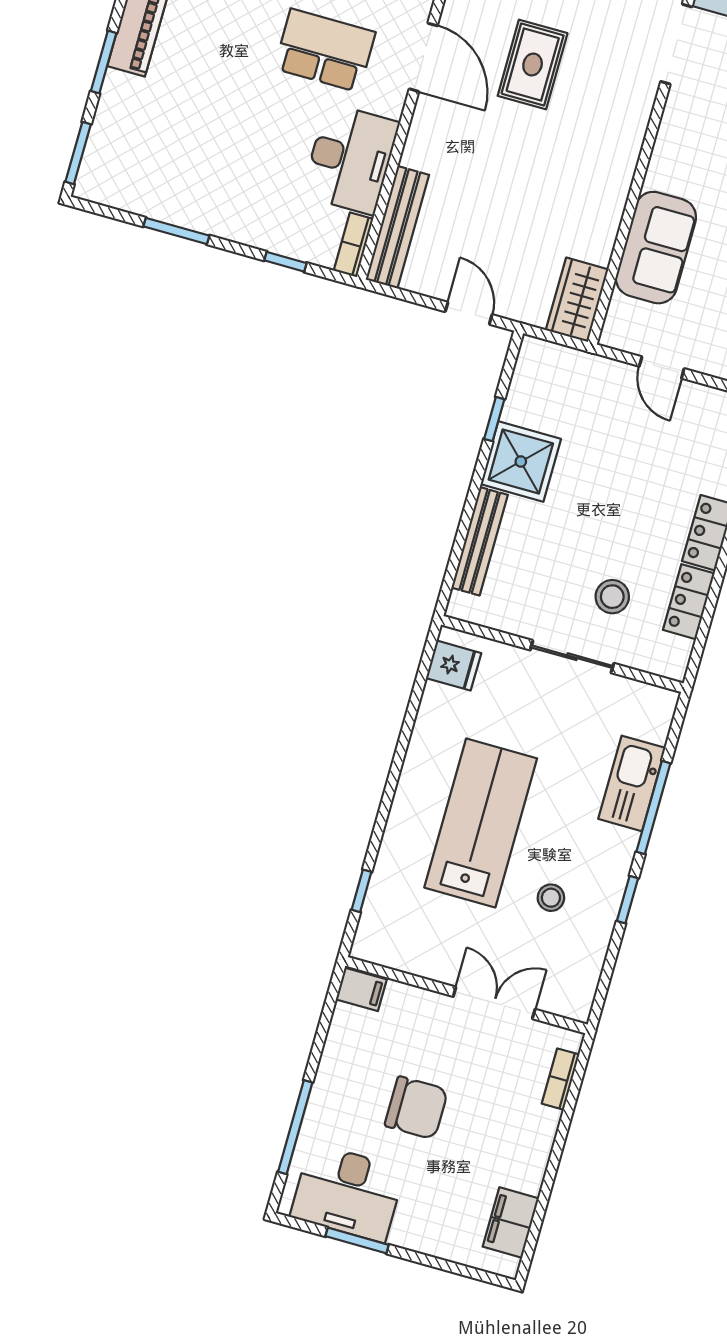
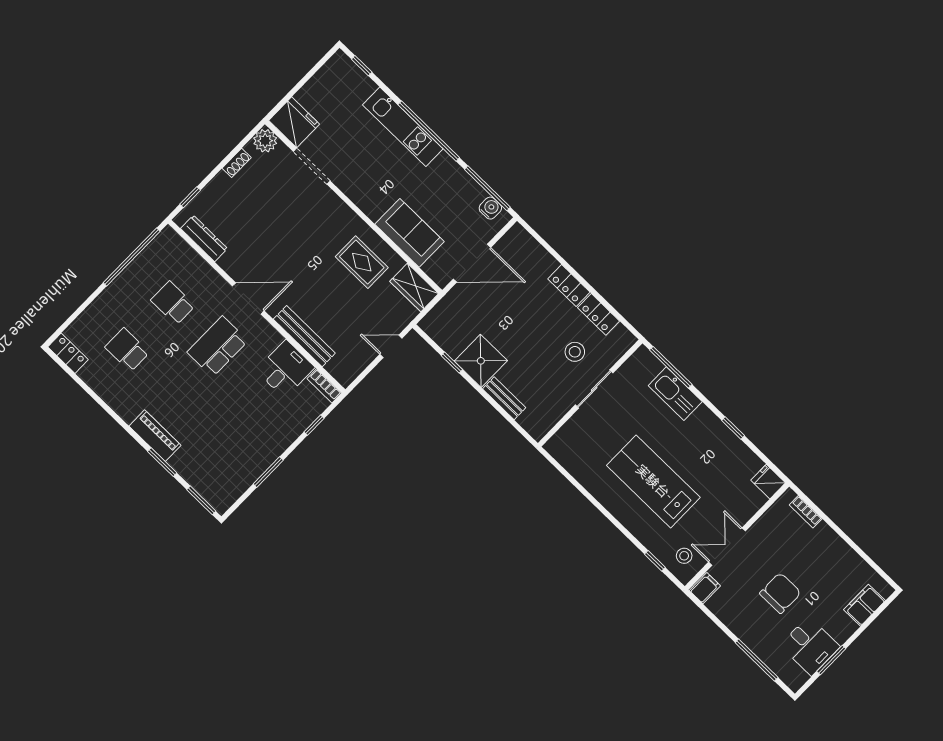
rug: (533, 64) -> (362, 262), moved
desk: (350, 159) -> (285, 369), width x0.73
bench: (397, 227) -> (304, 336), moved
door: (662, 367) -> (472, 263), width x1.88
bench: (480, 541) -> (504, 398), width x0.73
fridge: (454, 666) -> (768, 482), moved, turned -90
window: (653, 808) -> (671, 367), moved
stool: (551, 898) -> (684, 556), moved
double door: (494, 1003) -> (727, 547), moved
desk: (348, 1193) -> (810, 646), width x0.73
filing cabinet: (511, 1222) -> (865, 605), moved, turned 90

